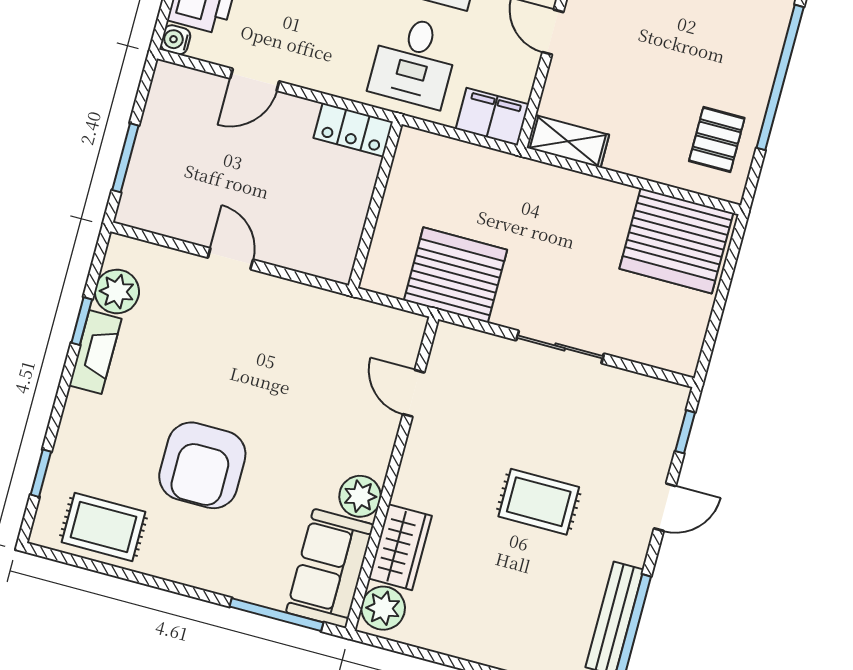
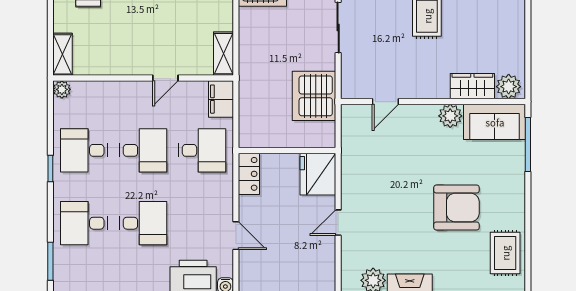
fridge: (322, 246) -> (318, 174), added

